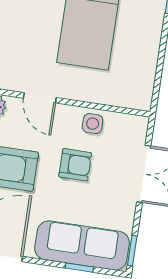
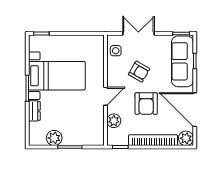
side table: (93, 124) -> (116, 51), moved
armchair: (75, 165) -> (139, 72), turned 120

